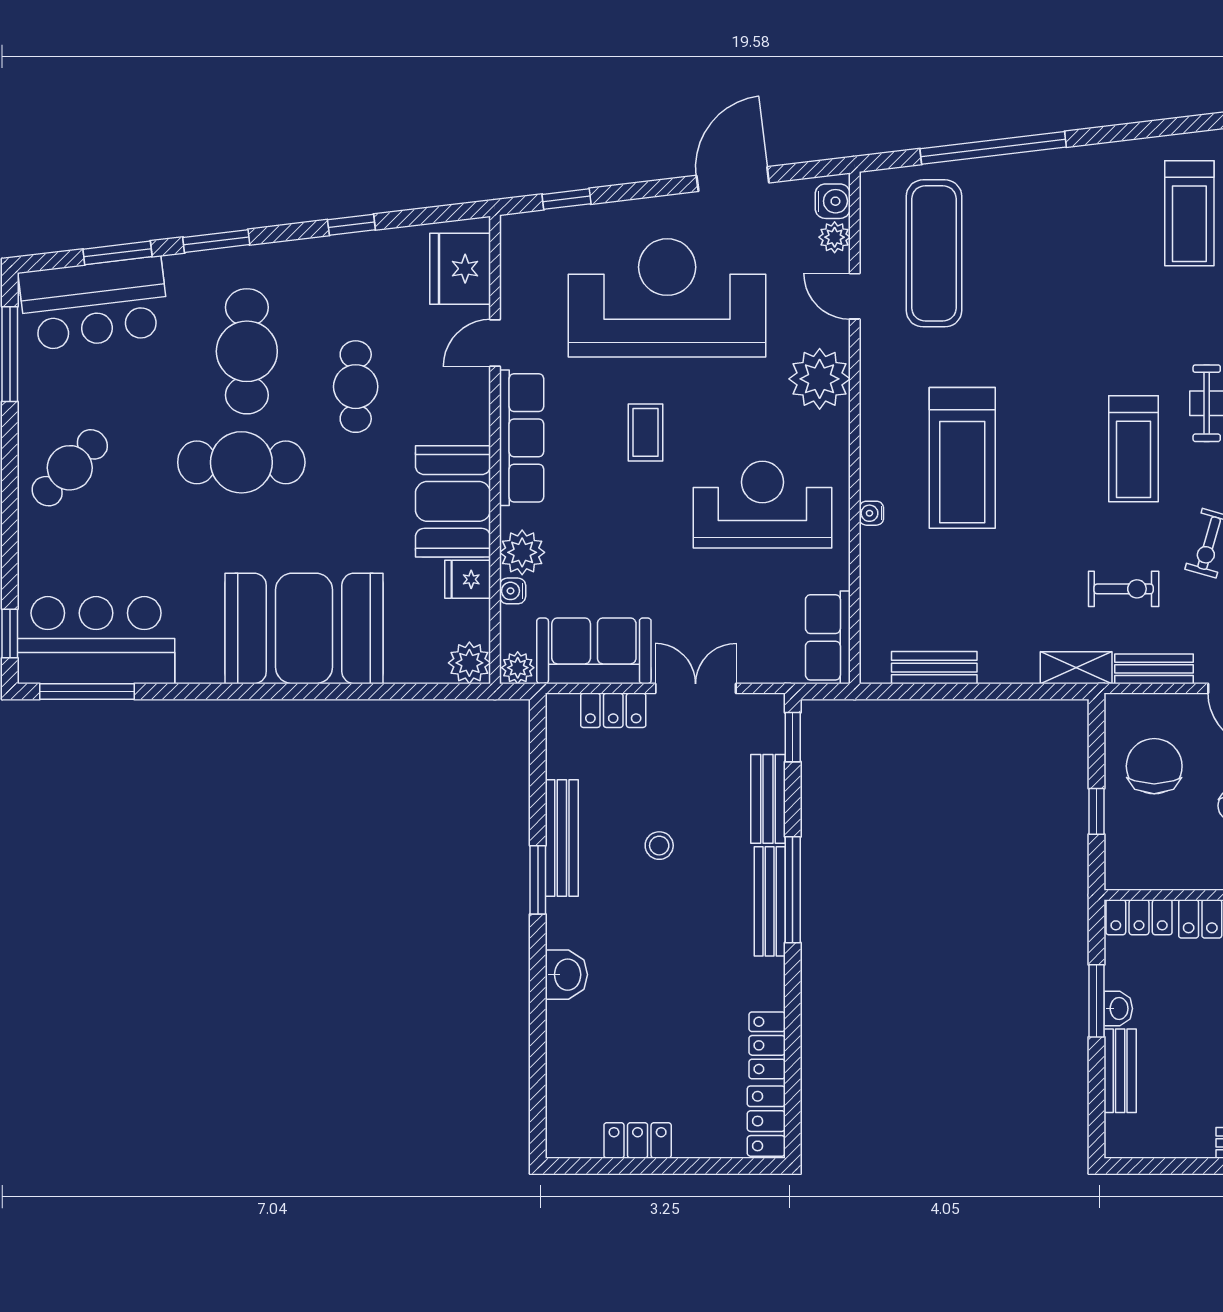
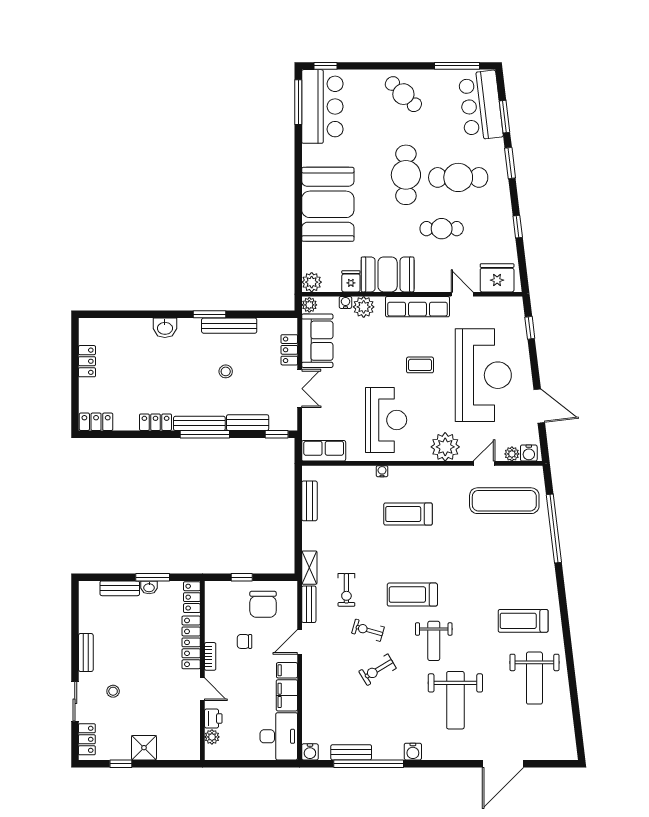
treadmill: (962, 458) -> (408, 514), width x0.73, depth x0.73
chair: (1154, 766) -> (263, 604), turned 90
locker: (767, 1045) -> (156, 422), moved

